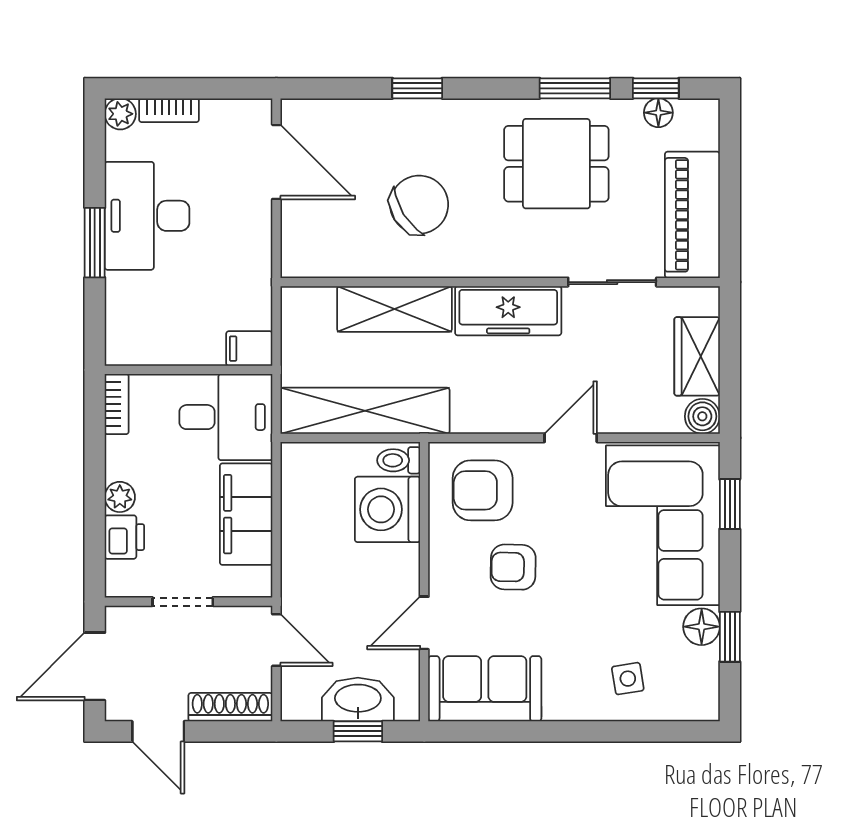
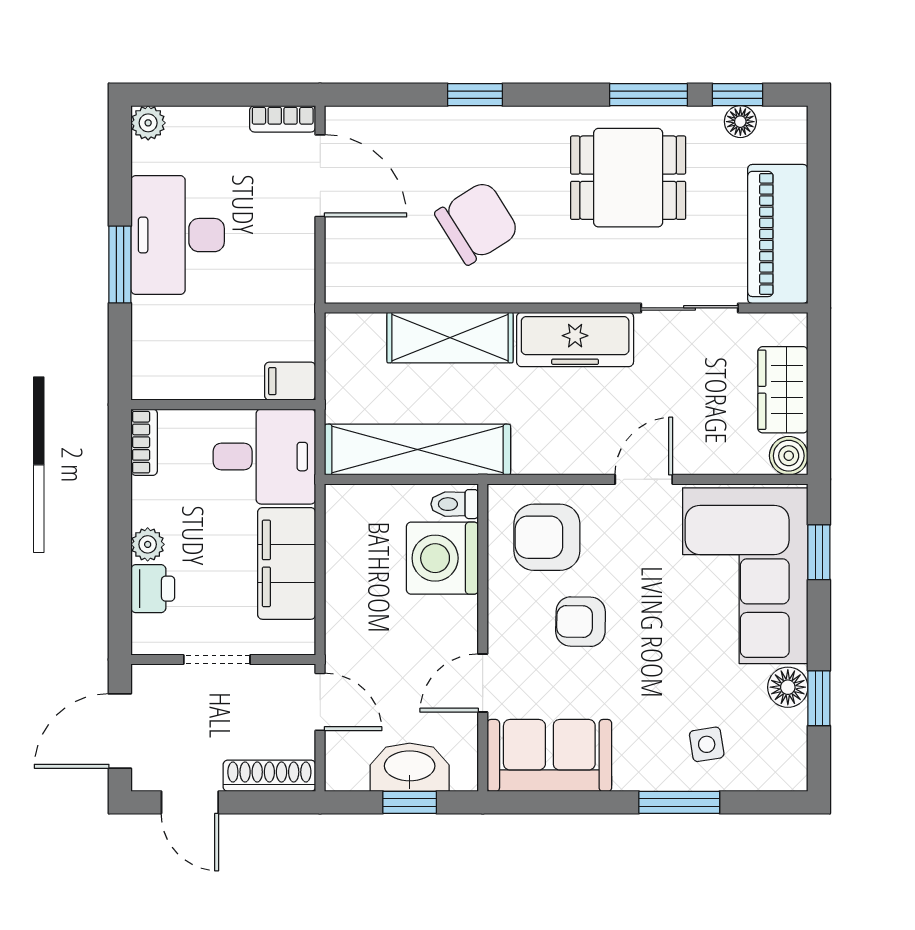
bookcase: (169, 110) -> (283, 119), moved
window: (603, 731) -> (679, 802), added

